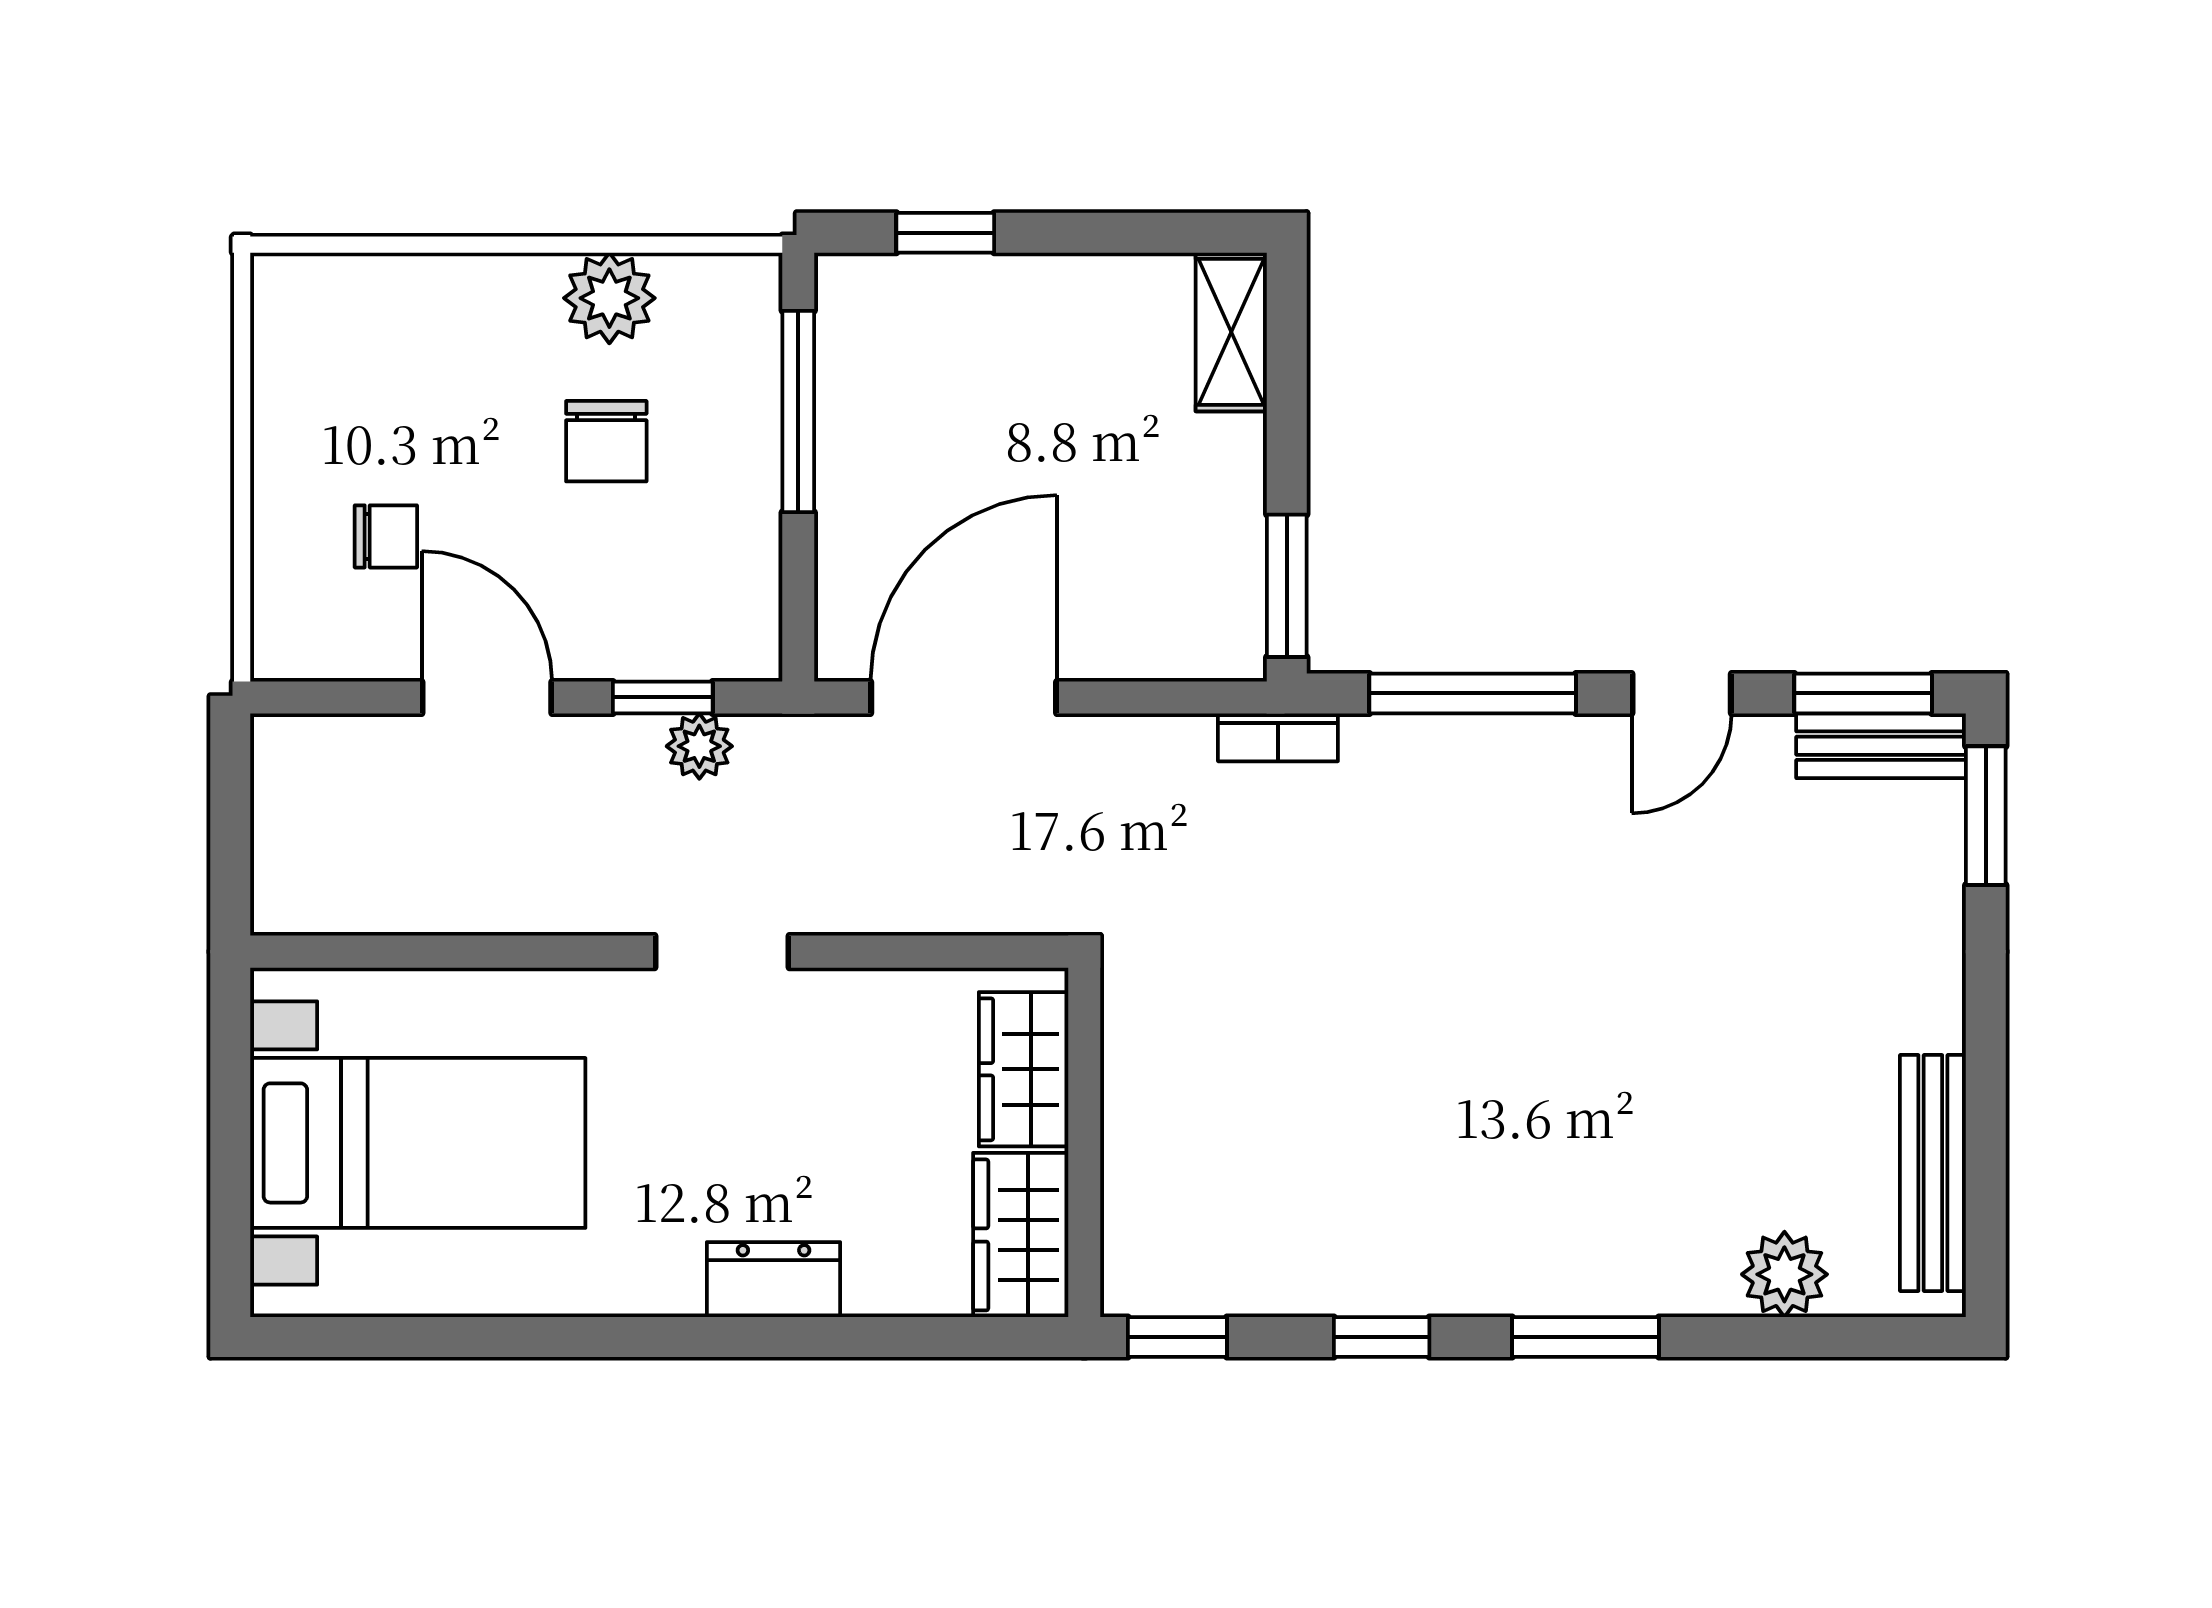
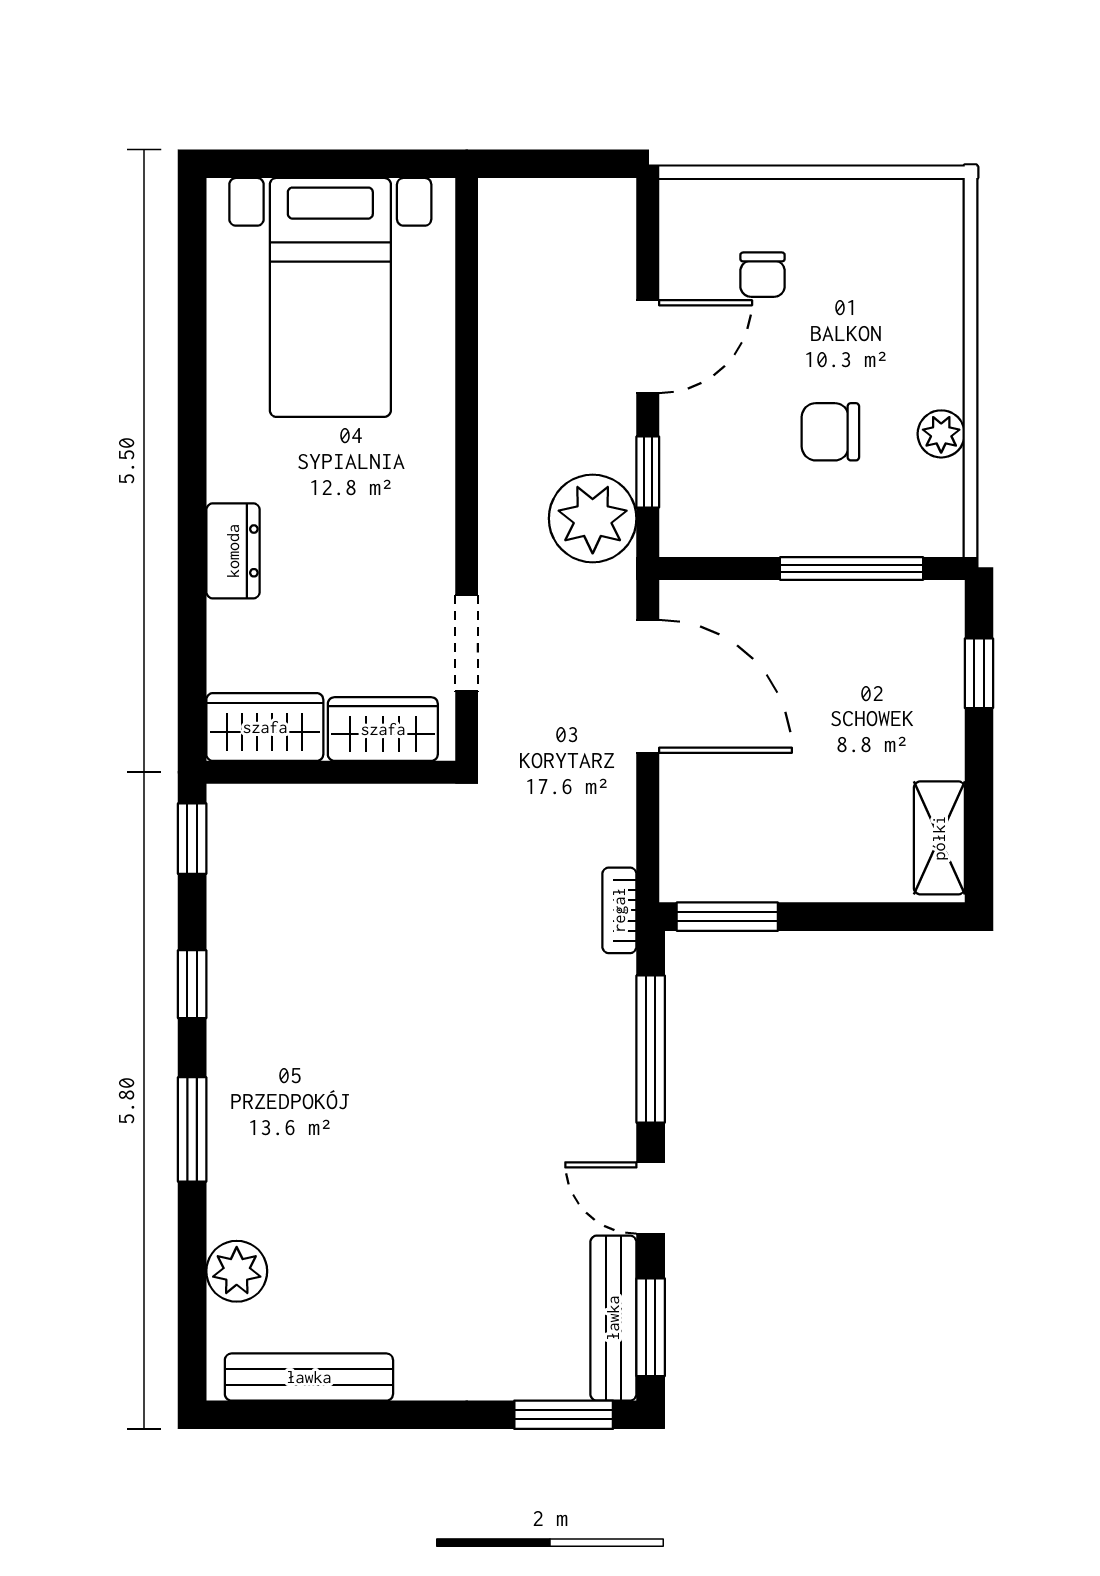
plant: (609, 298) -> (941, 434), width x0.73, depth x0.73
shelving: (1231, 332) -> (939, 838), moved, turned 90
plant: (699, 746) -> (593, 518), width x1.87, depth x1.87
bench: (1881, 746) -> (613, 1318), width x1.36
doorway: (722, 952) -> (467, 643), moved

